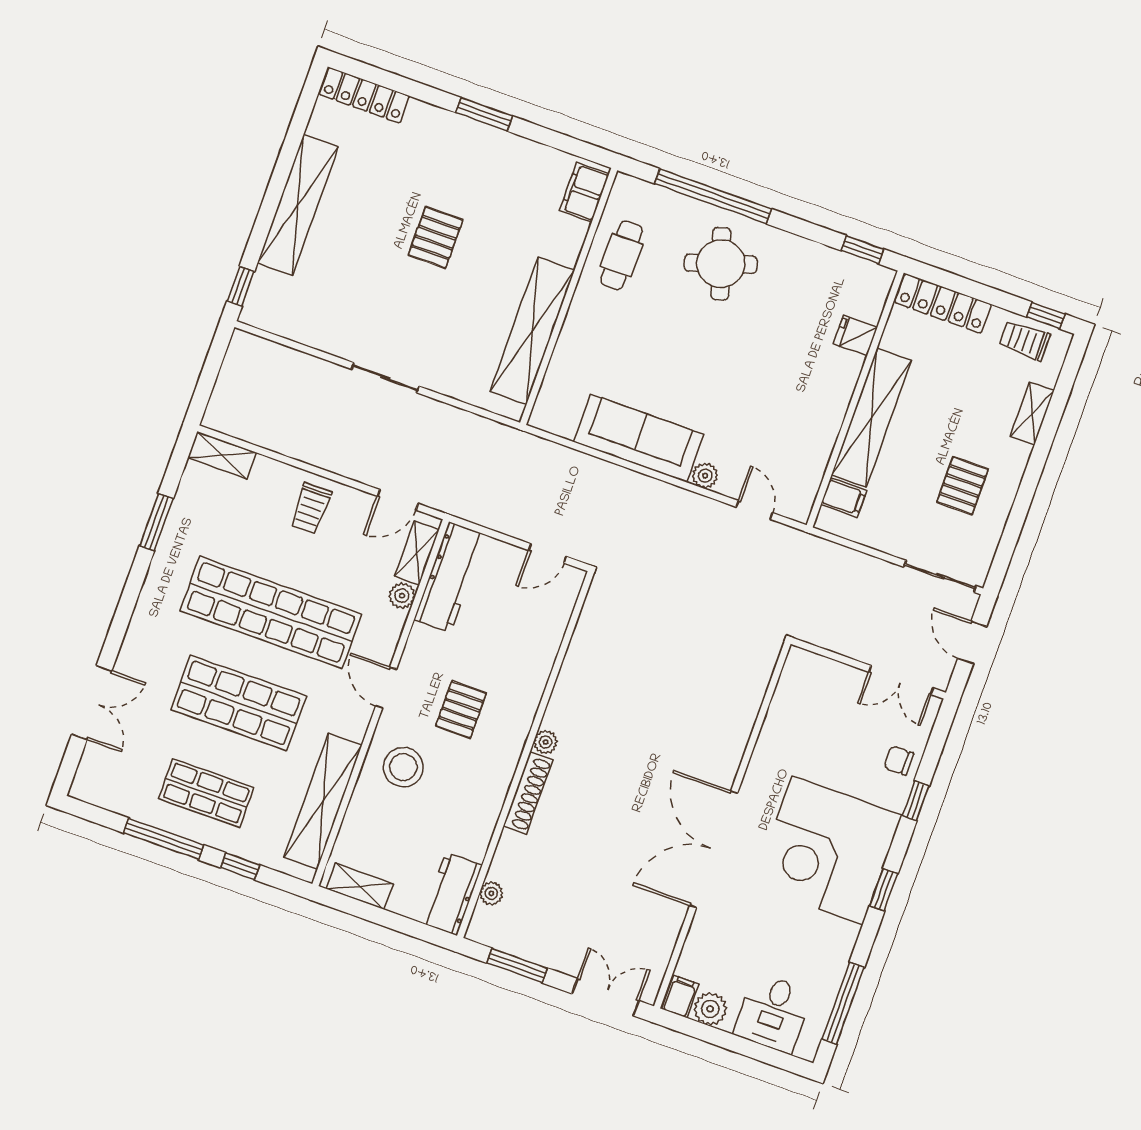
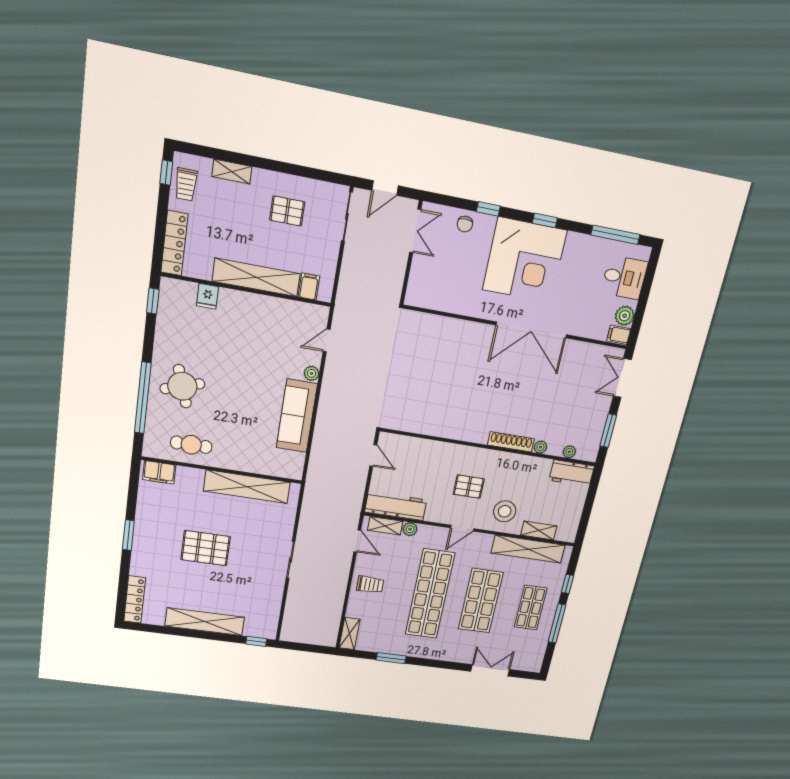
pallet: (436, 238) -> (206, 548), width x1.50, depth x1.42
plant: (546, 742) -> (540, 447), moved
shelving: (360, 886) -> (539, 531), moved, turned 90

